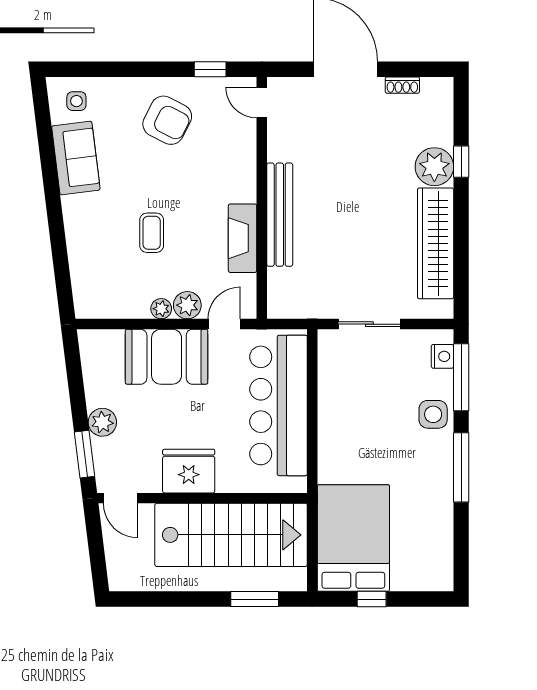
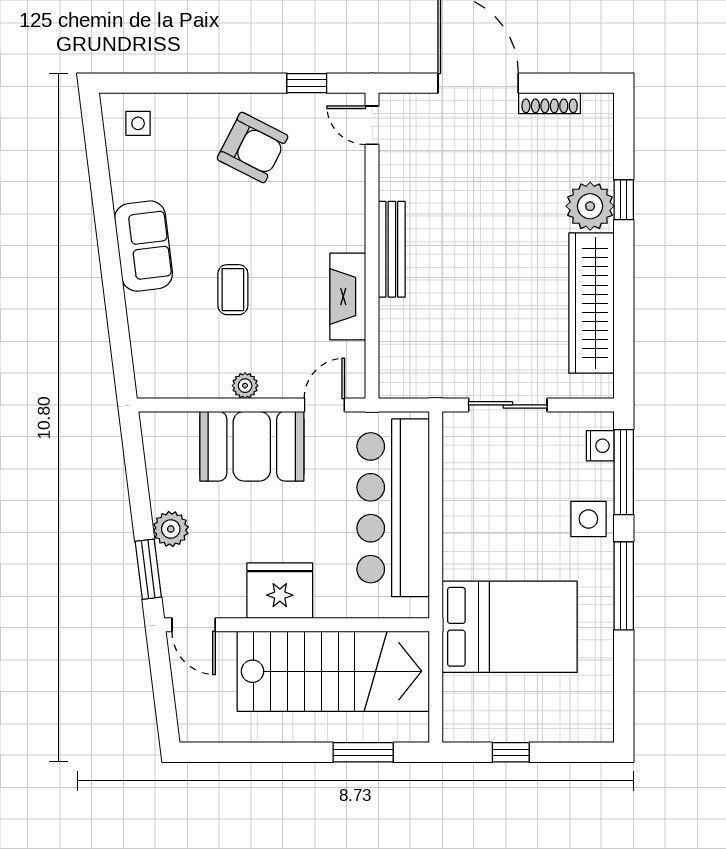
shoe rack: (402, 85) -> (550, 103), width x1.43
sofa: (76, 158) -> (143, 246), moved
bench: (280, 215) -> (392, 249), width x0.73, depth x0.82
plant: (187, 305) -> (278, 381), removed
bed: (353, 538) -> (510, 627), moved, turned 90

